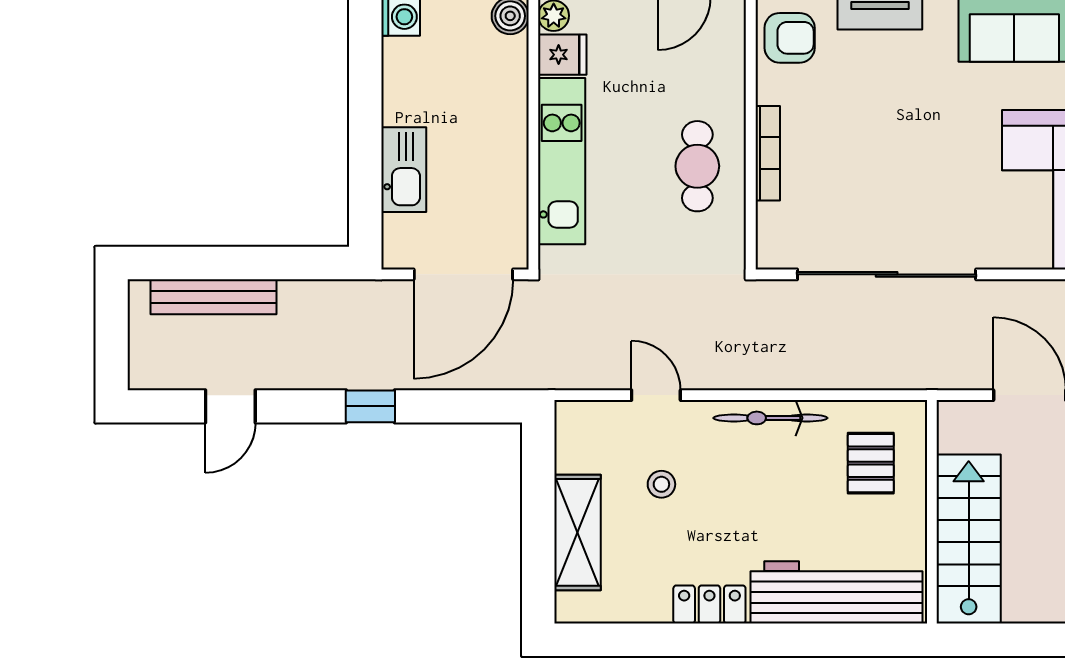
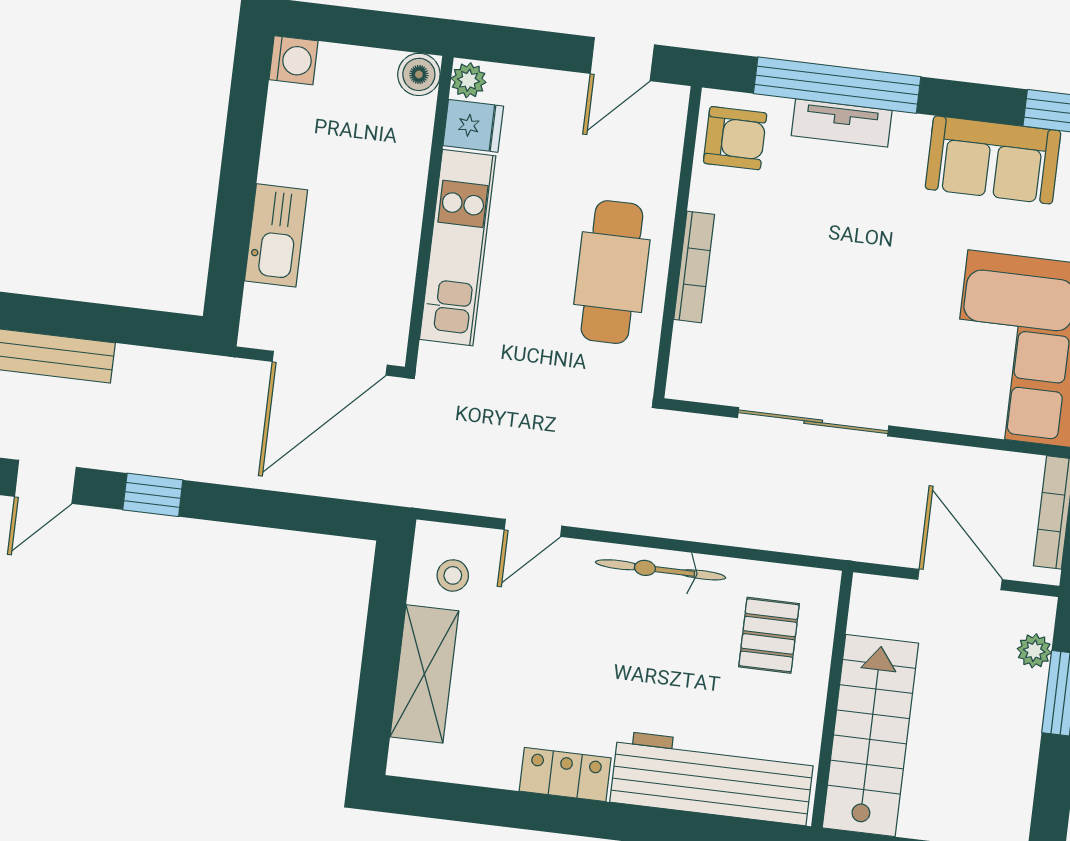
cafe table: (697, 166) -> (612, 272), width x1.37, depth x1.35
sliding door: (887, 274) -> (813, 422), width x0.73
door: (656, 395) -> (533, 528), swing flipped
window: (370, 406) -> (153, 495), moved
stool: (661, 484) -> (453, 575), moved

